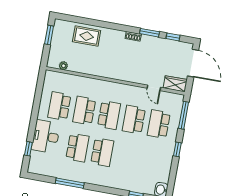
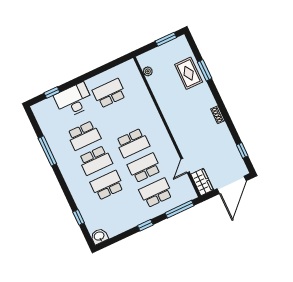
window: (150, 33) -> (205, 70), moved
school desk: (84, 111) -> (107, 185), moved

